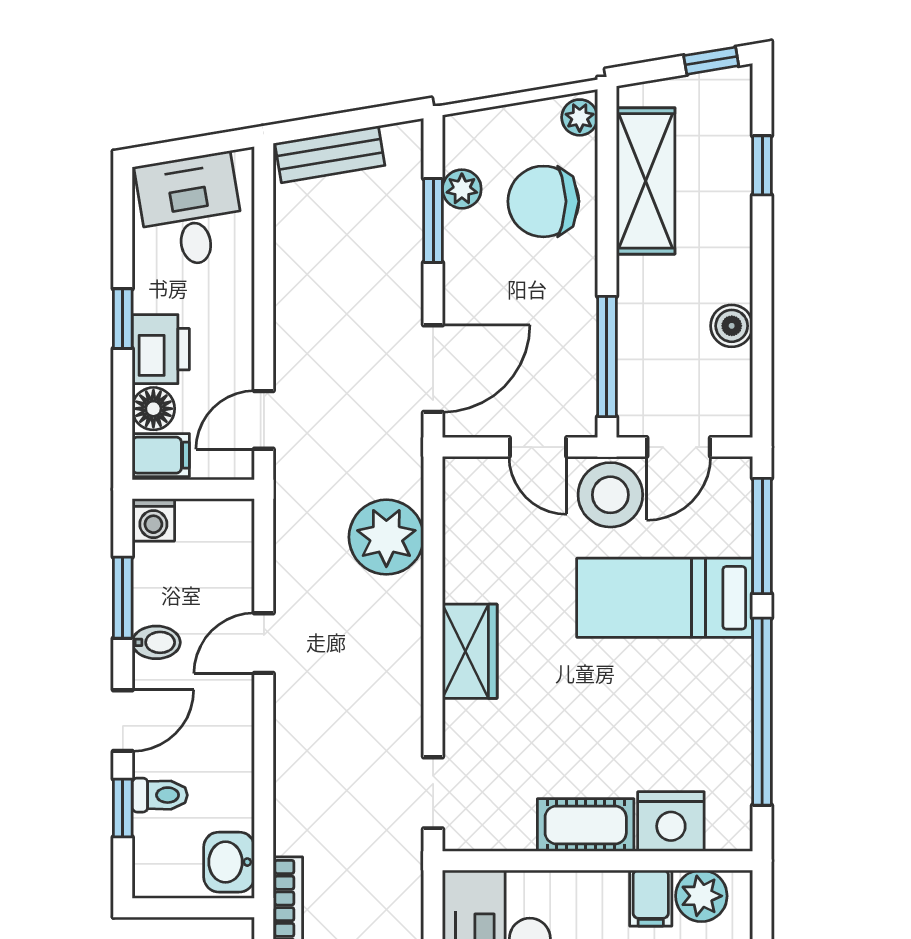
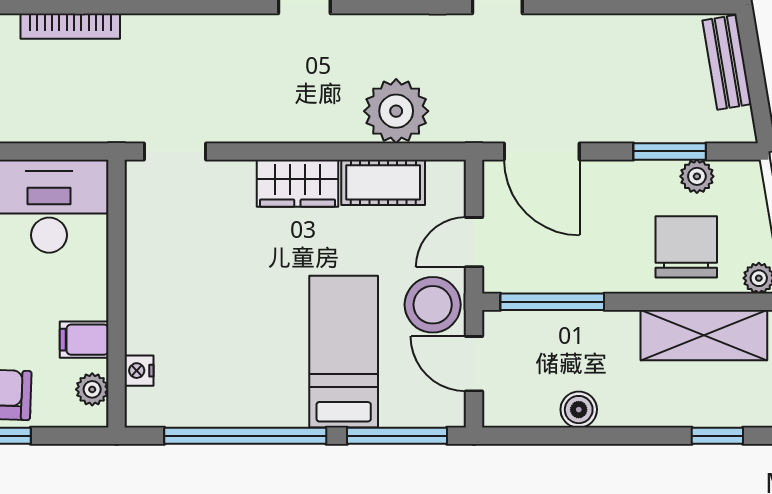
nightstand: (671, 821) -> (139, 371), width x0.53, depth x0.56
cot: (586, 825) -> (383, 182), moved, turned 90
plant: (701, 896) -> (92, 389), width x0.73, depth x0.73

